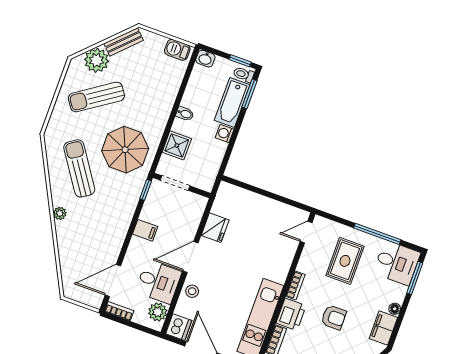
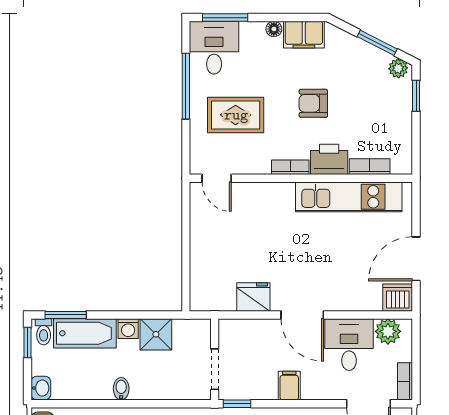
shower: (177, 145) -> (156, 334), moved
stool: (192, 291) -> (345, 297), removed
armchair: (334, 317) -> (313, 103), turned -90

